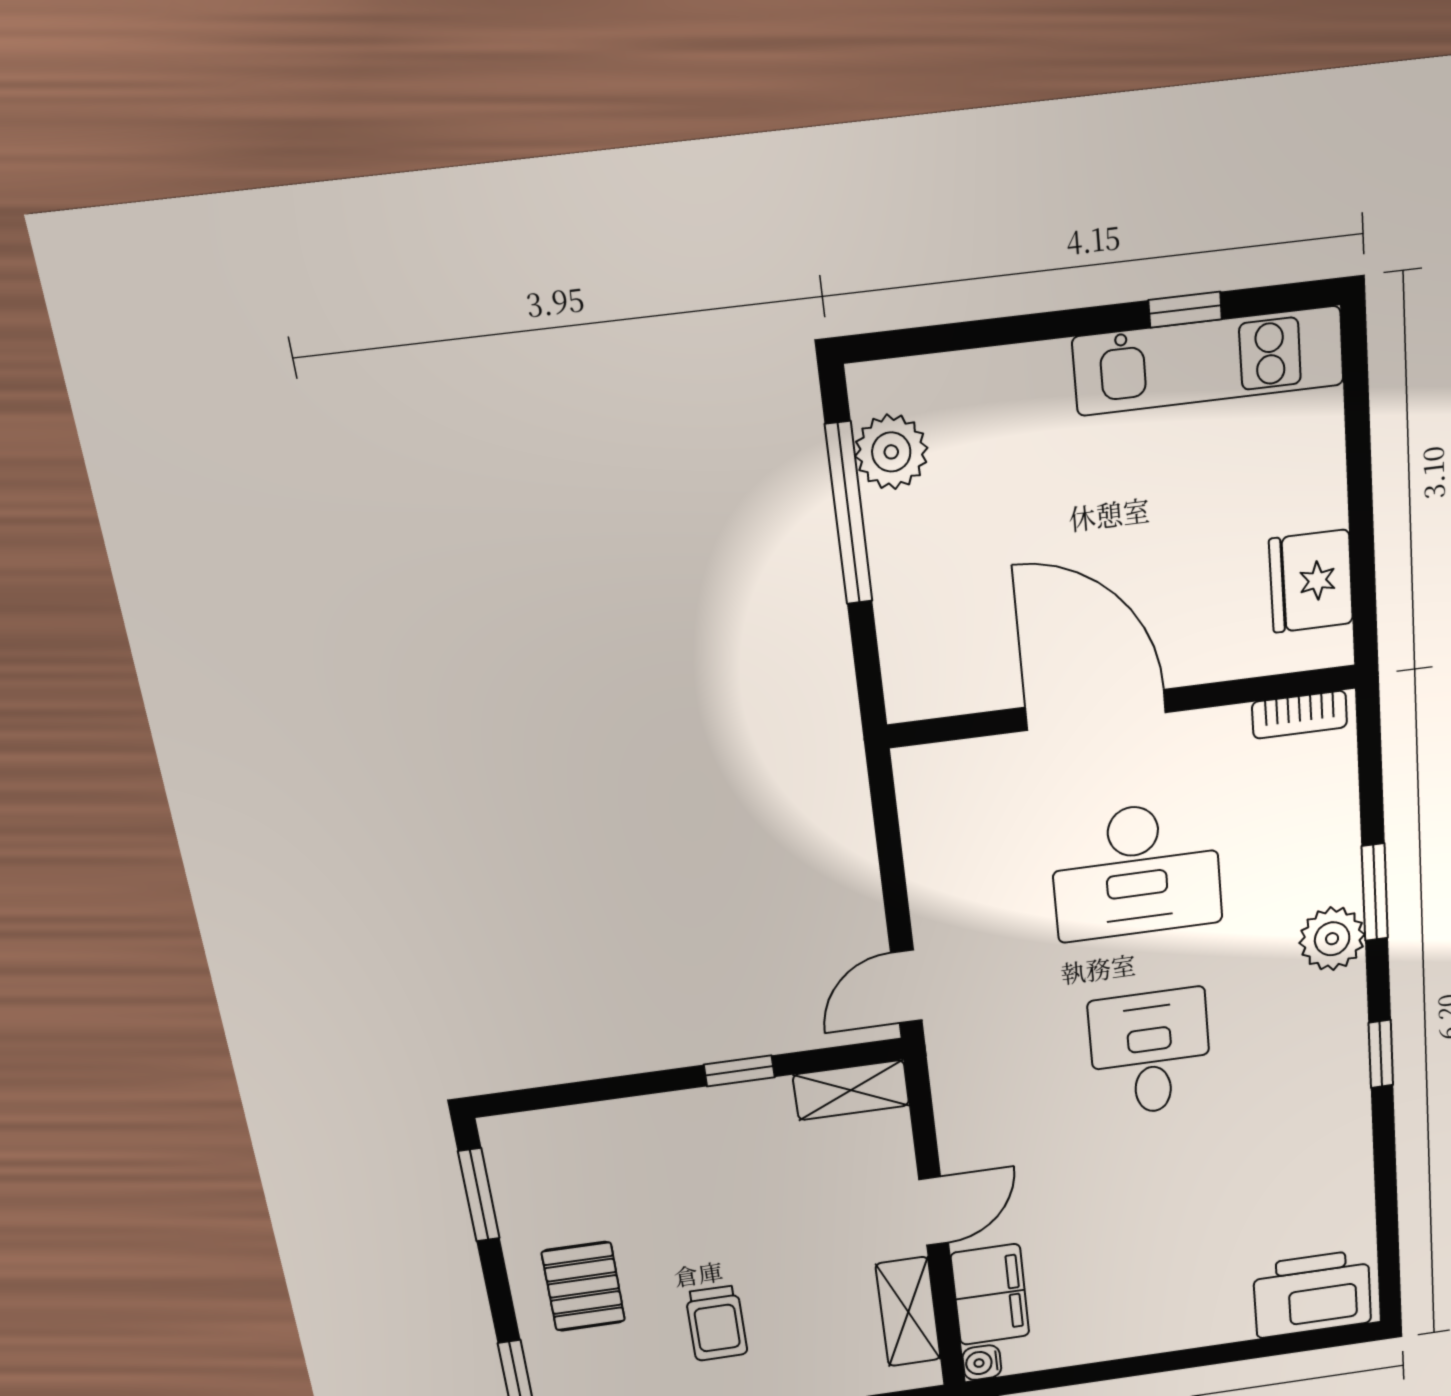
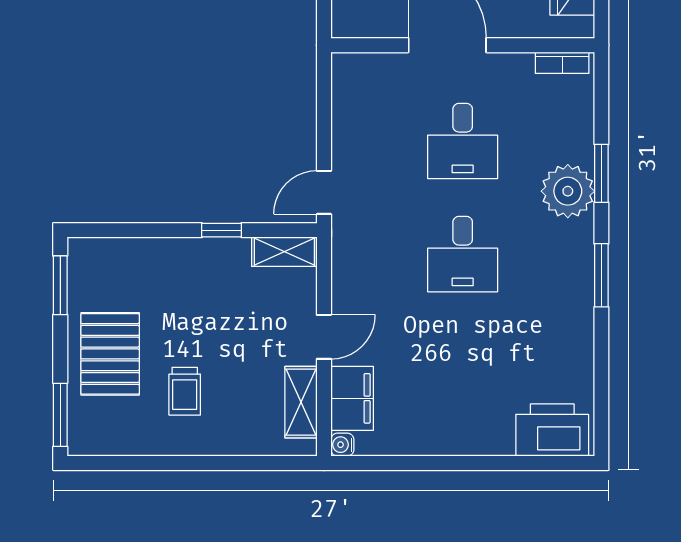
desk: (1136, 871) -> (463, 141), width x0.73
plant: (1332, 939) -> (568, 191), width x1.36, depth x1.36
desk: (1150, 1053) -> (463, 254), turned 180
window: (1381, 1054) -> (601, 275), width x1.50
pallet: (583, 1286) -> (110, 354), width x1.50, depth x1.42

